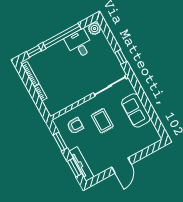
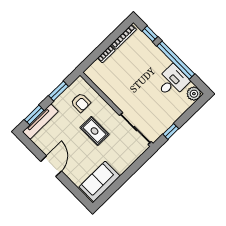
sofa: (136, 110) -> (100, 182), moved
rug: (102, 121) -> (94, 131), turned 90
door: (121, 166) -> (51, 166), swing flipped

